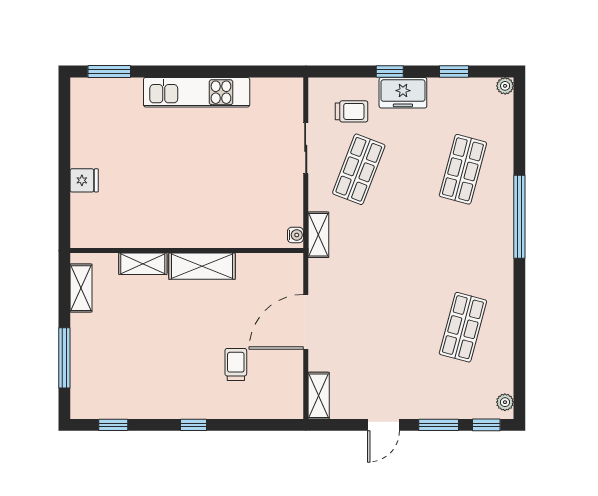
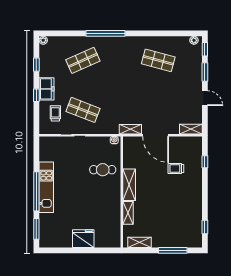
window: (188, 71) -> (36, 191), added
shop shelf: (463, 169) -> (83, 60), turned -39
fridge: (84, 180) -> (83, 239), width x1.88, depth x1.34
cafe table: (233, 211) -> (103, 170), added
shelving: (318, 235) -> (130, 129), moved
window: (193, 425) -> (205, 162), moved

